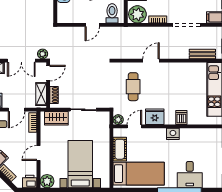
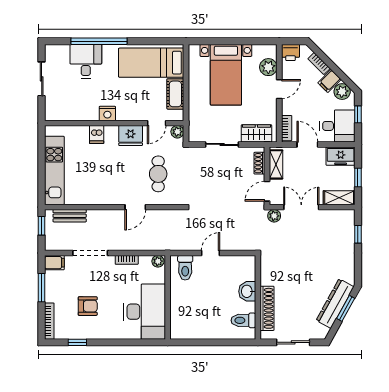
plant: (137, 14) -> (158, 261), width x0.53, depth x0.53
door: (17, 110) -> (307, 144), hinge flipped
plant: (47, 181) -> (268, 67), moved

